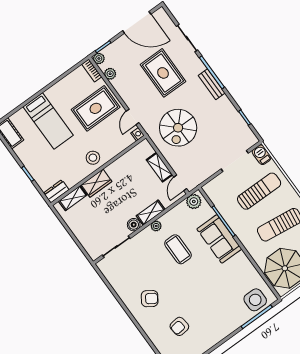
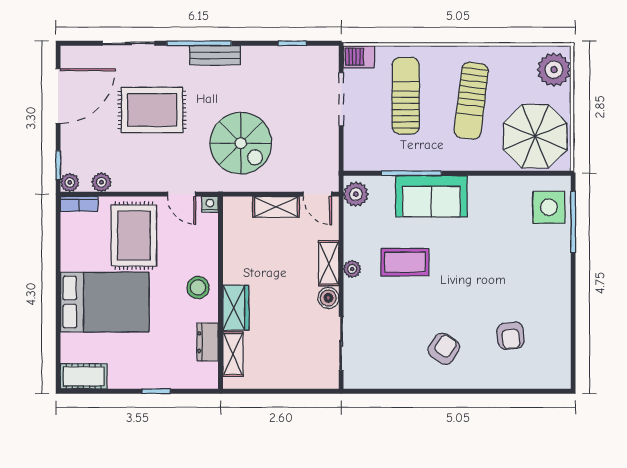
bed: (48, 121) -> (105, 302), width x1.50
dresser: (56, 191) -> (208, 342), moved

